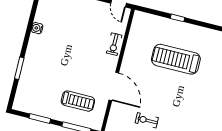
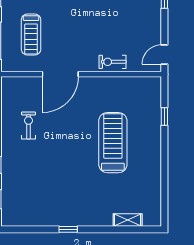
window: (177, 18) -> (164, 116), moved

